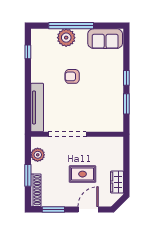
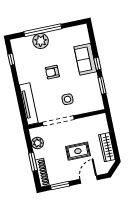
sofa: (105, 39) -> (85, 59), moved, turned 90
side table: (83, 112) -> (67, 99), added
wardrobe: (117, 182) -> (107, 147), width x1.50

